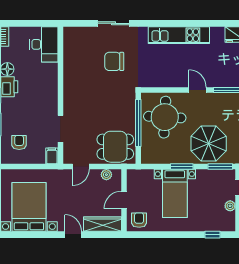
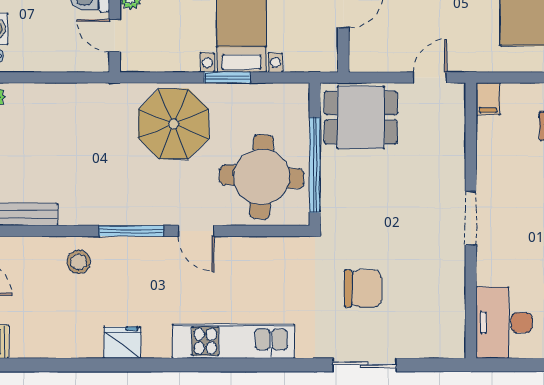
doorway: (60, 129) -> (471, 218), moved
window: (220, 167) -> (150, 78), removed
plant: (106, 175) -> (379, 61), removed

